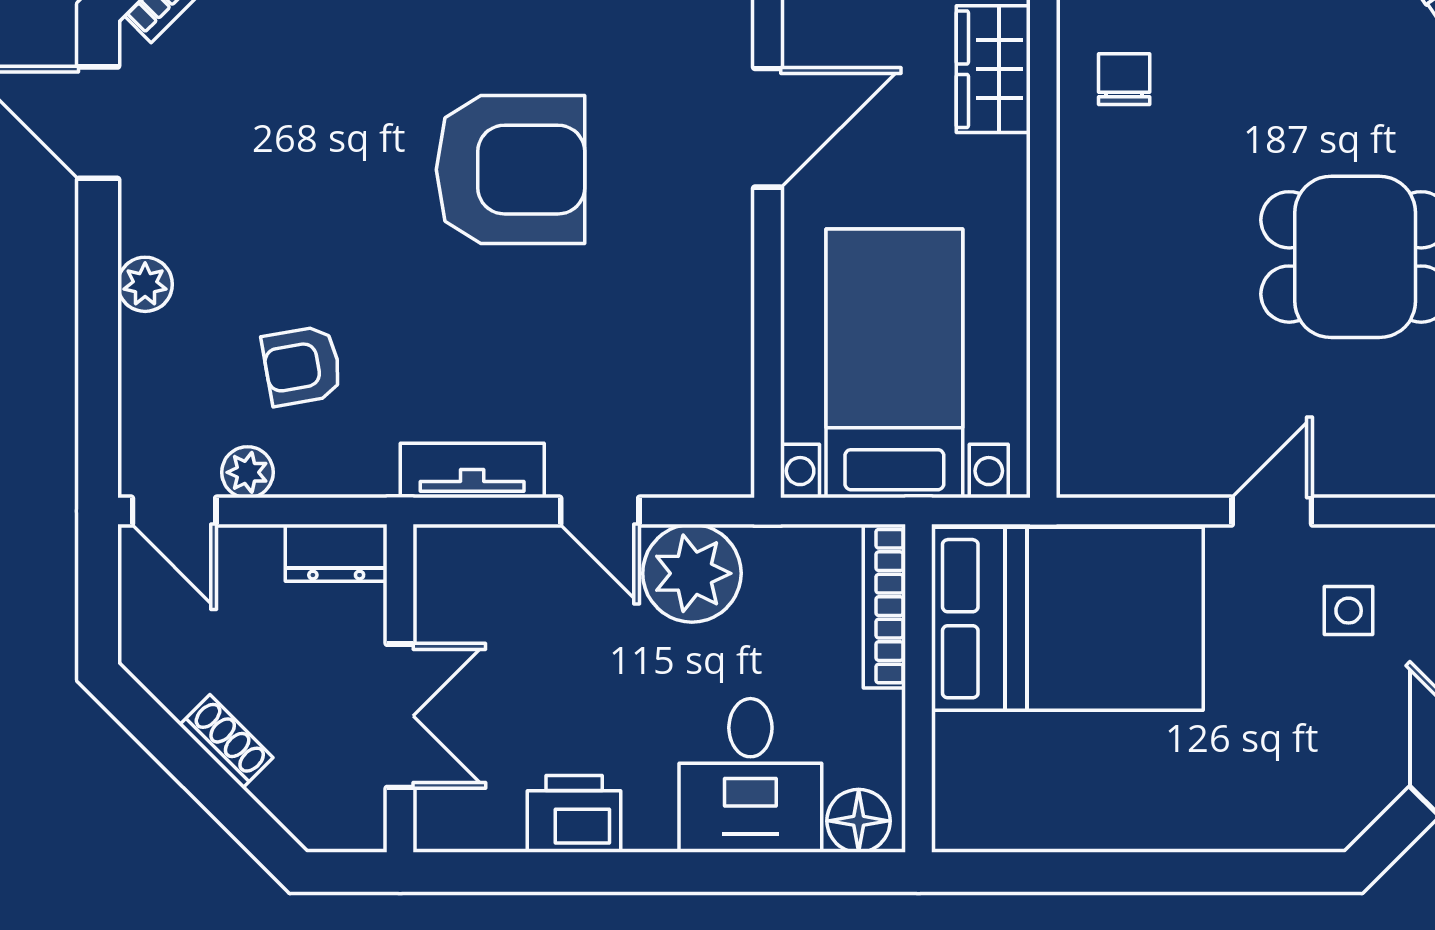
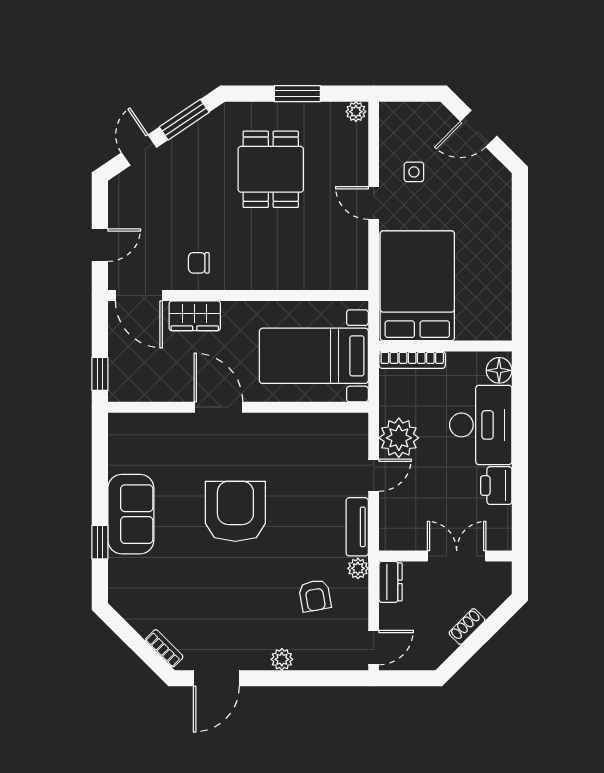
plant: (247, 472) -> (358, 568), moved
desk: (750, 775) -> (481, 425), width x1.37

